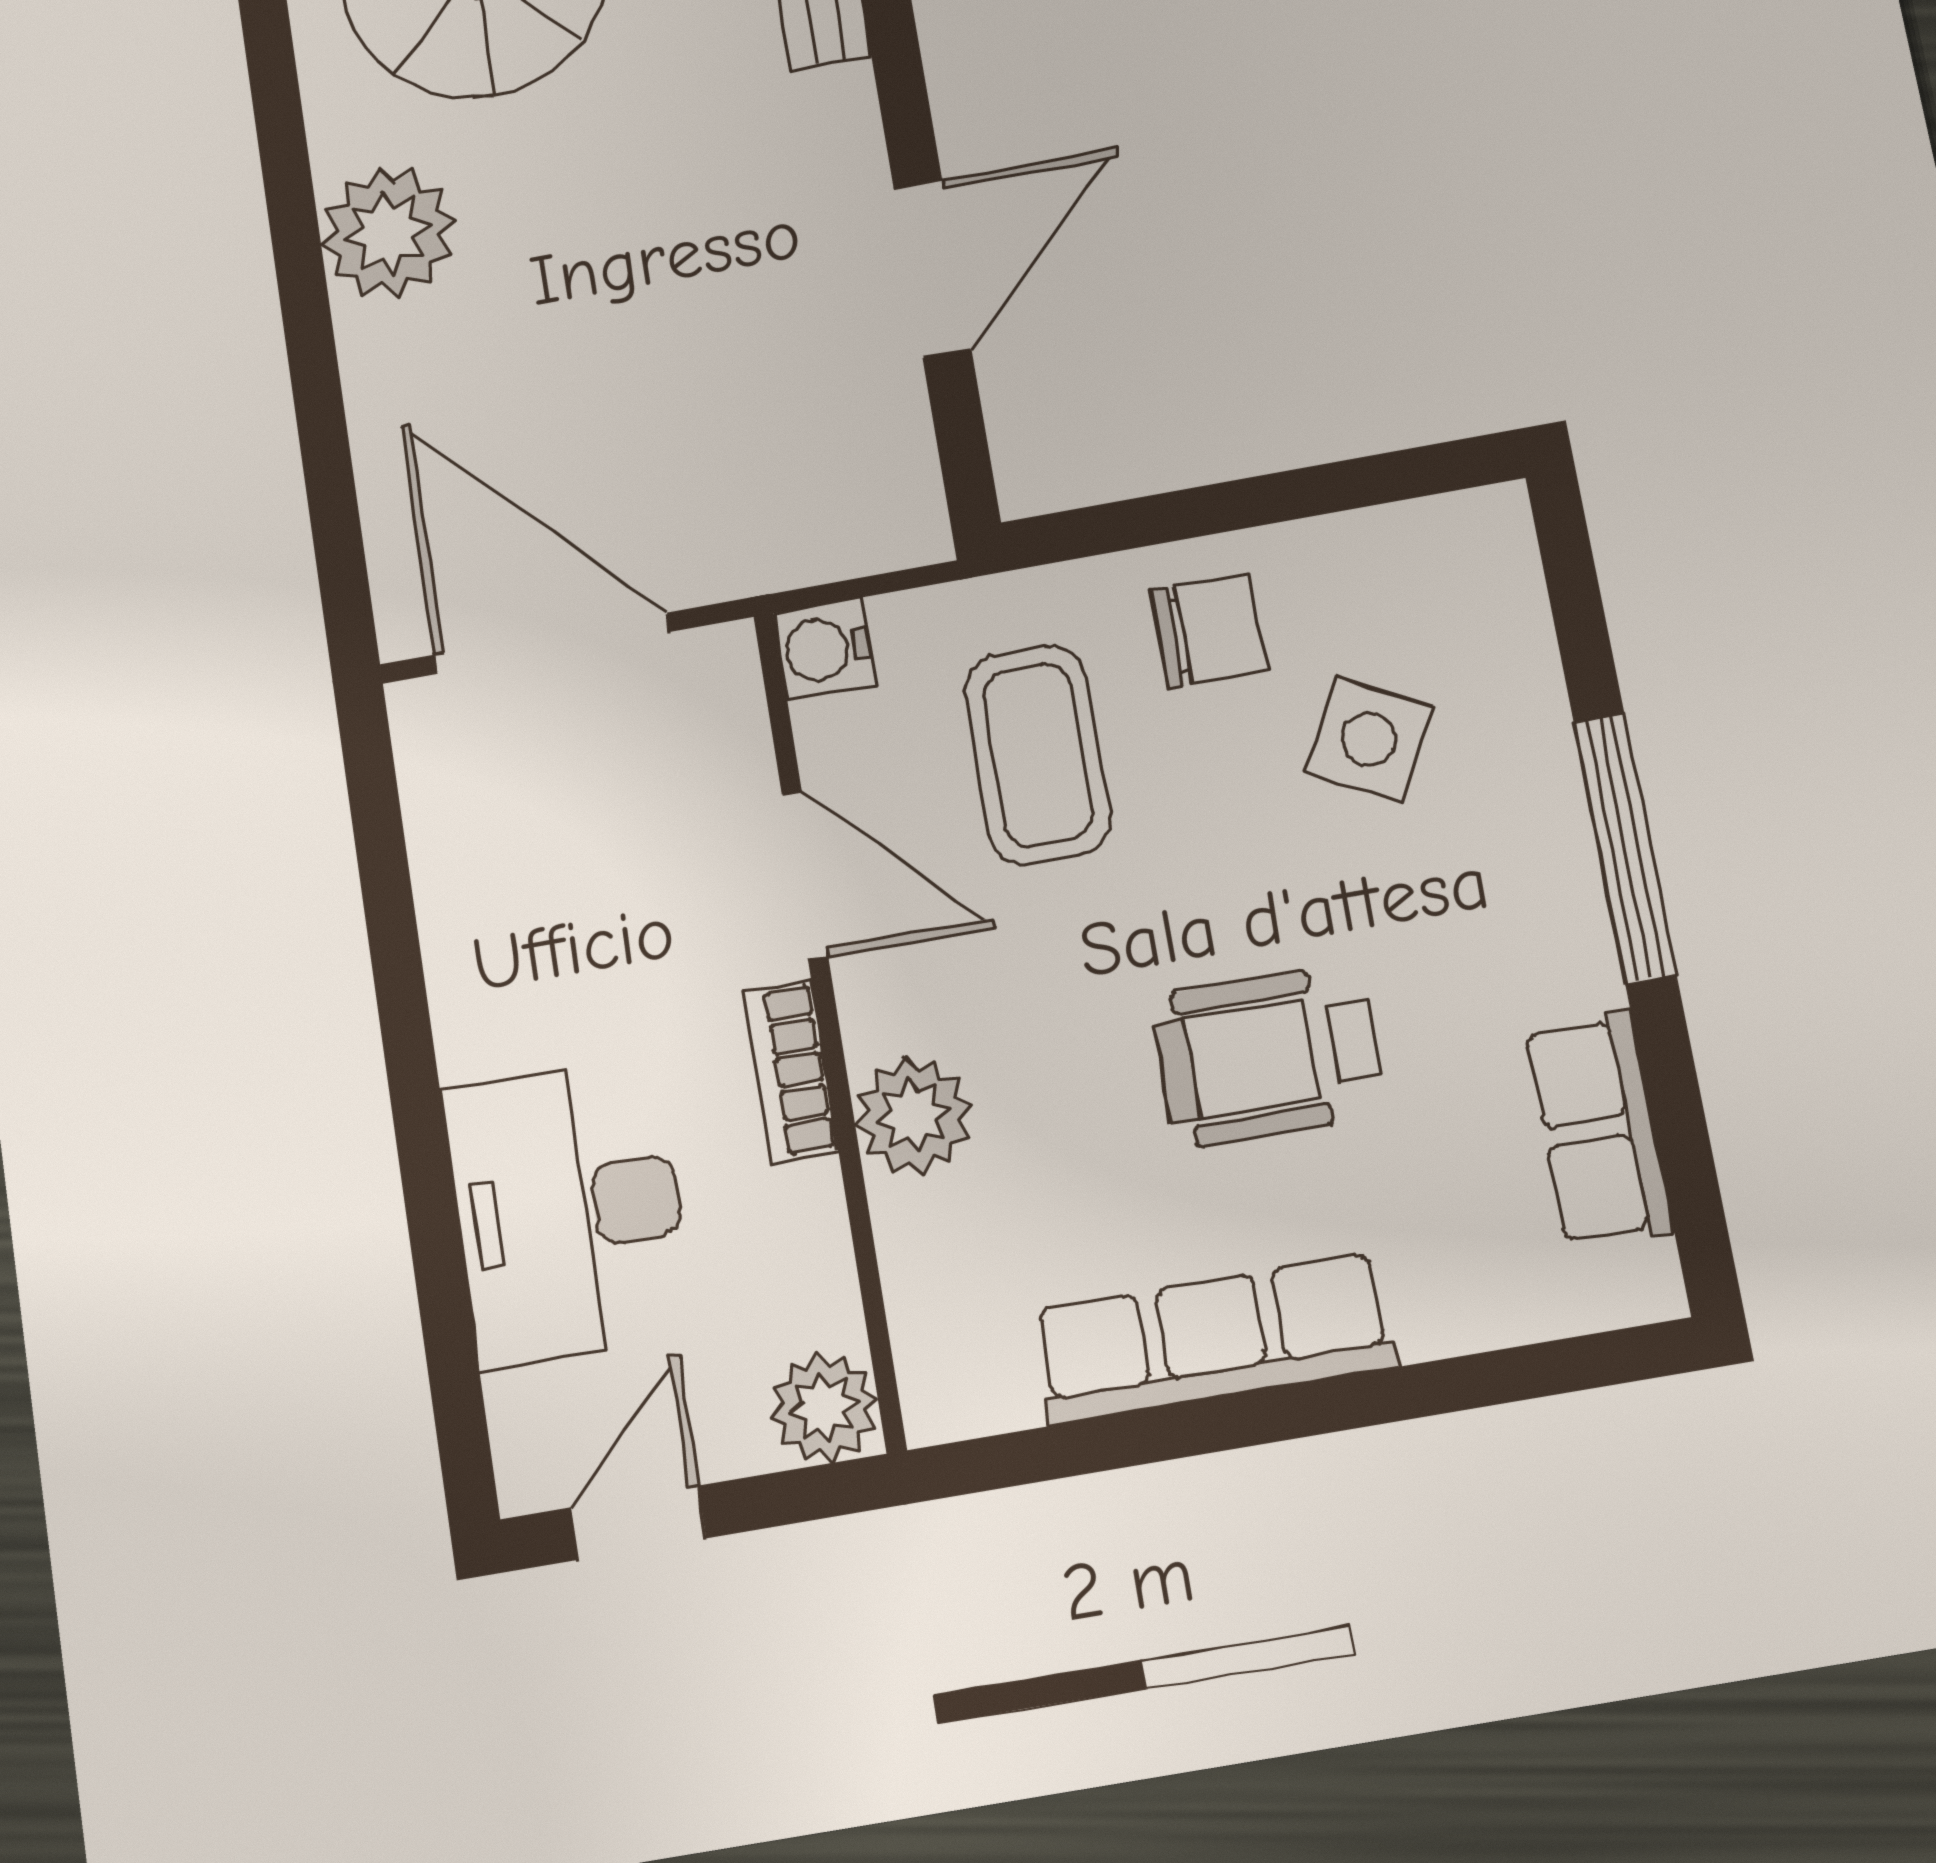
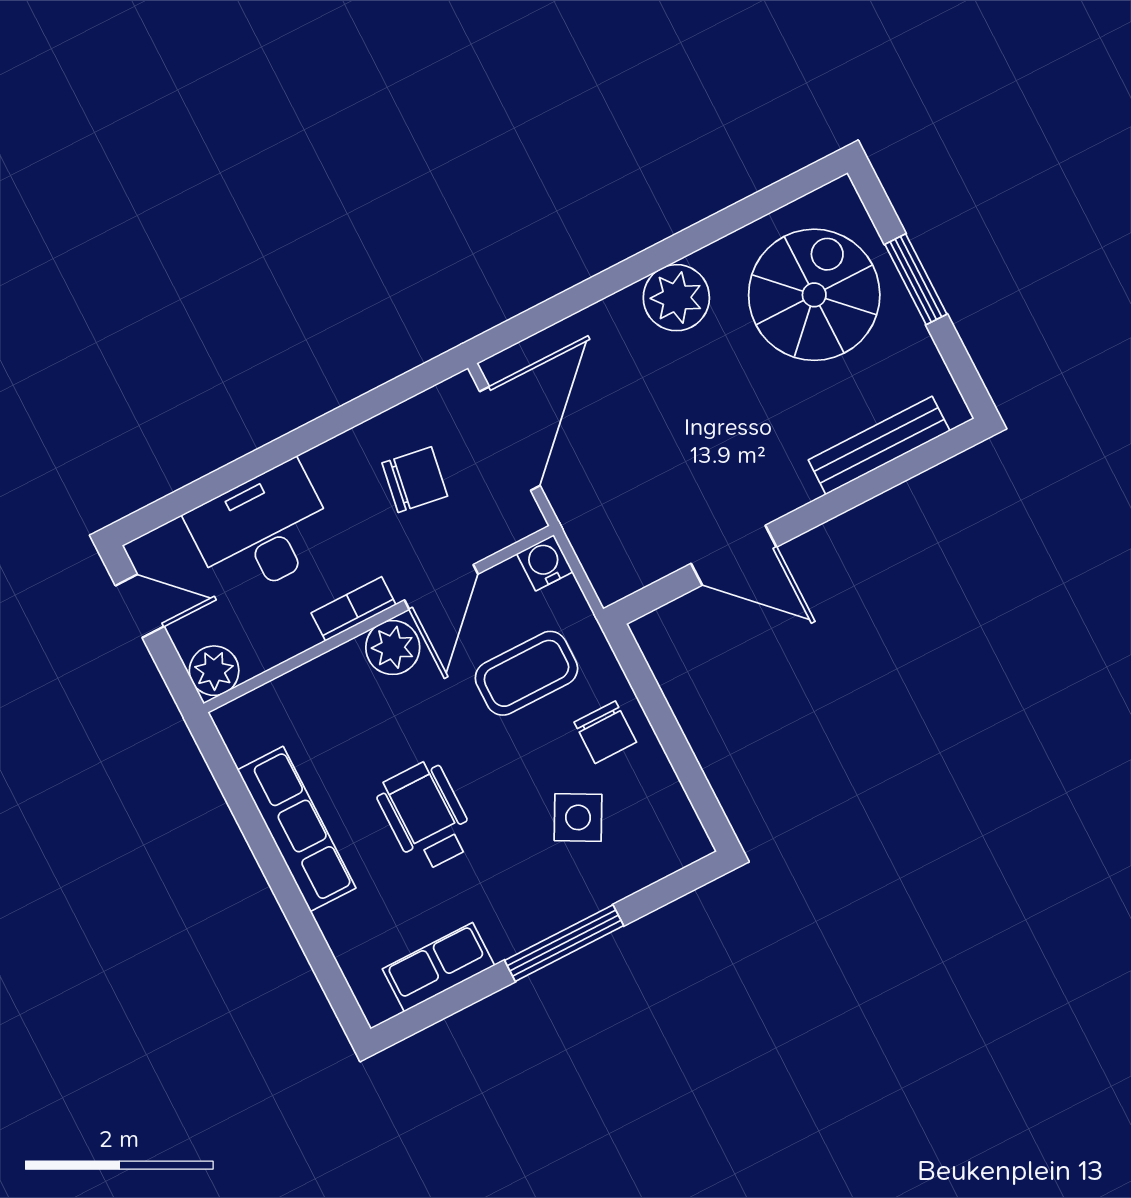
chair: (570, 861) -> (415, 480), added
plant: (913, 1116) -> (393, 647), moved

